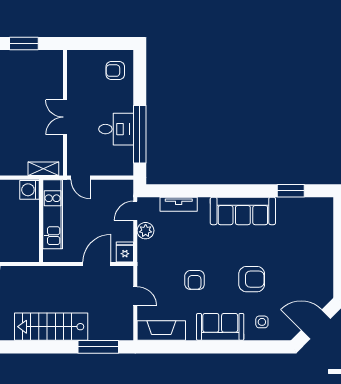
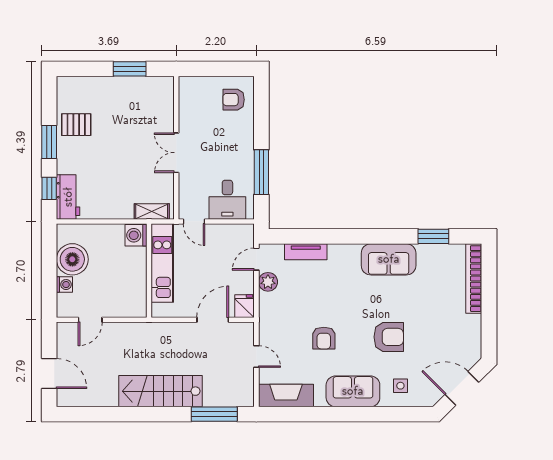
desk: (116, 129) -> (227, 200), moved, turned 90
window: (140, 134) -> (261, 172), width x0.68
sofa: (243, 211) -> (389, 259), width x0.73
bookcase: (326, 228) -> (474, 279), added

